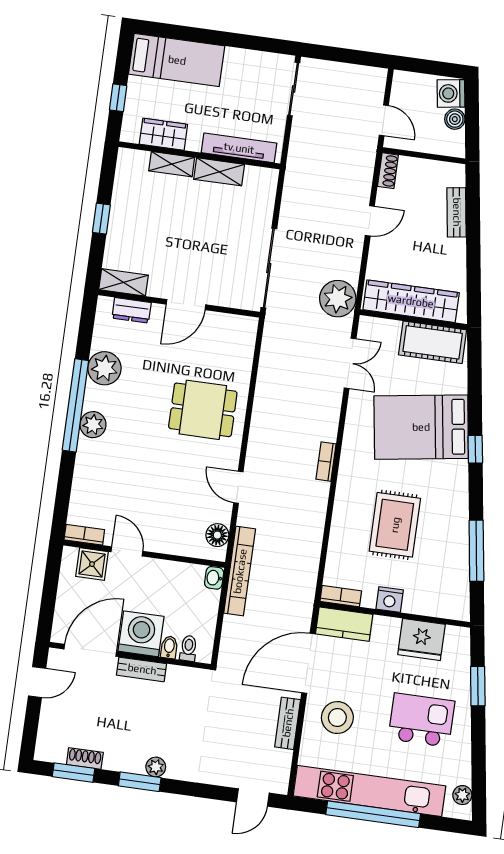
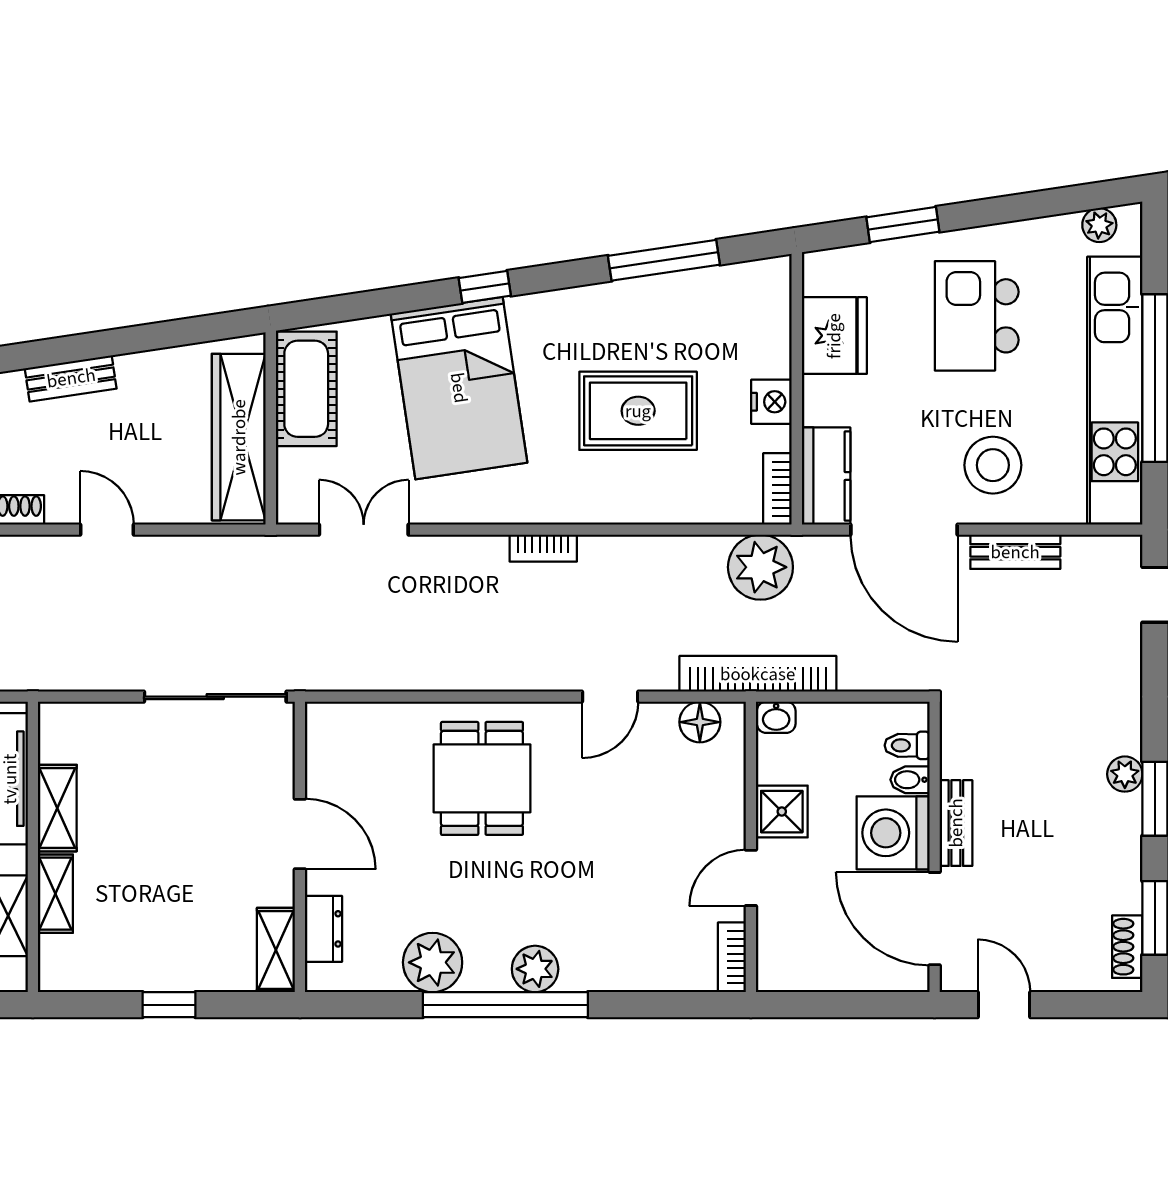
plant: (338, 299) -> (760, 567), moved
shower: (92, 564) -> (782, 812), moved
shoe rack: (85, 758) -> (1127, 947), moved

